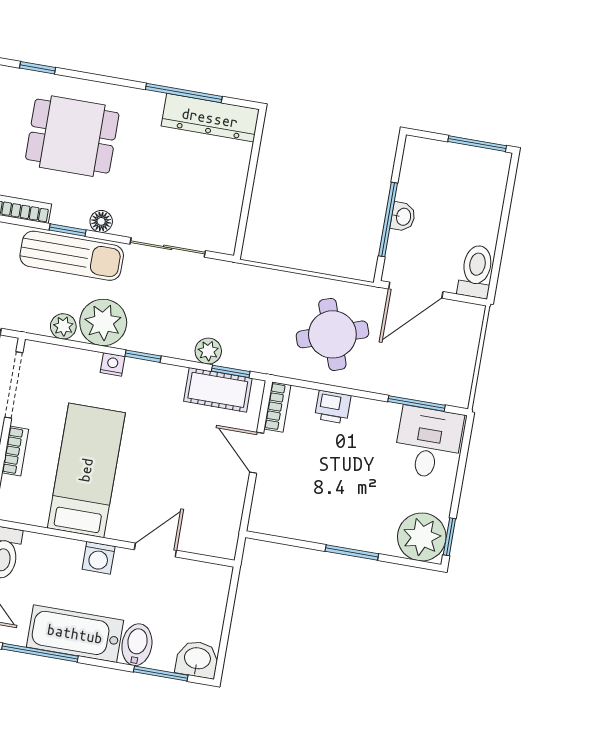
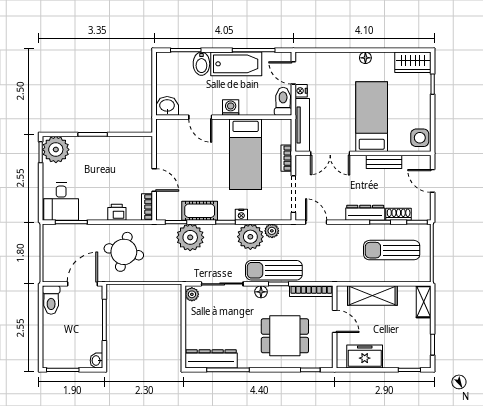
washbasin: (403, 217) -> (96, 361), moved
plant: (225, 238) -> (192, 294), added
round table: (332, 334) -> (124, 252), turned 32
plant: (208, 351) -> (190, 237), width x1.87, depth x1.87
cot: (218, 390) -> (200, 211), moved
door: (155, 550) -> (200, 117), hinge flipped
washbasin: (197, 659) -> (167, 106), moved, turned 180

